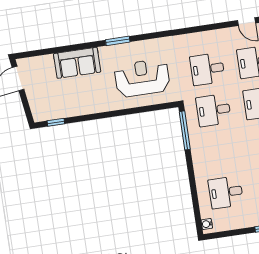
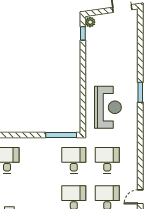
sofa: (77, 63) -> (128, 57), removed
plant: (40, 115) -> (90, 22), added

